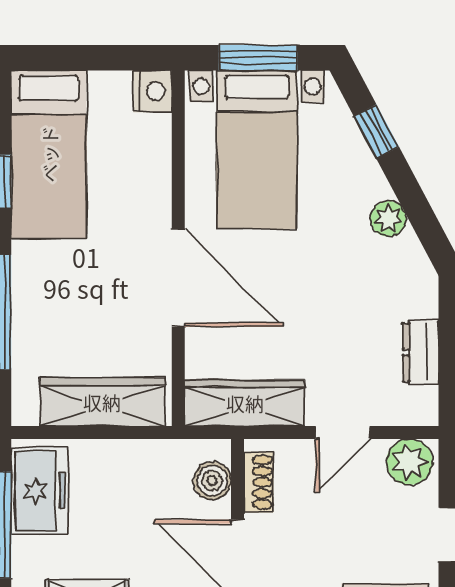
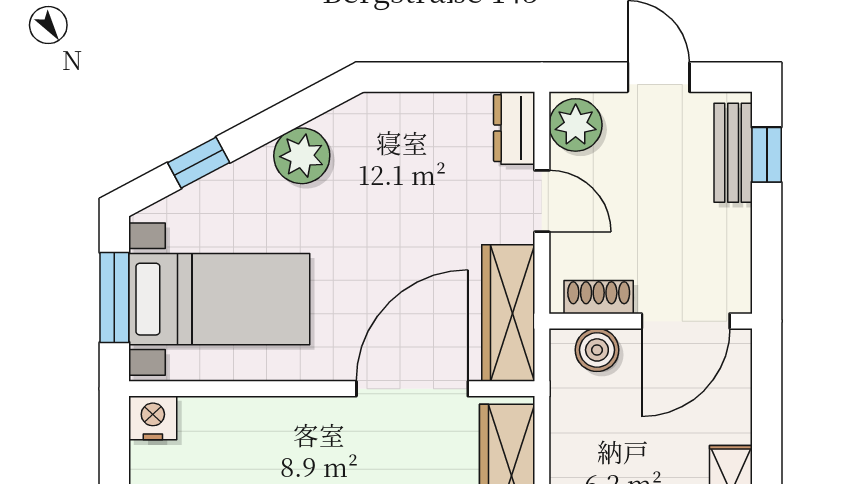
plant: (388, 219) -> (302, 156), width x1.38, depth x1.38
door: (178, 278) -> (412, 389), moved
dresser: (421, 352) -> (514, 128), moved, turned 90

